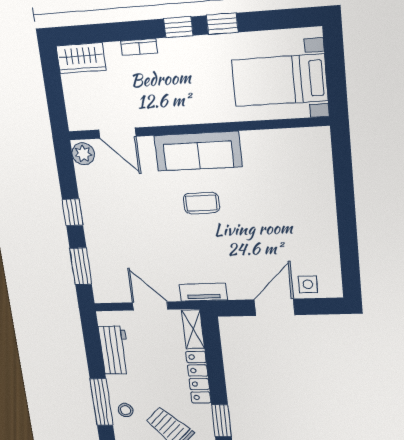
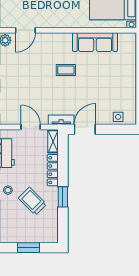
door: (117, 133) -> (25, 30), hinge flipped
sofa: (198, 151) -> (95, 42), moved
door: (275, 307) -> (85, 129), moved

